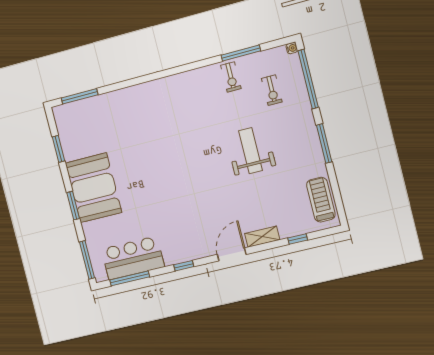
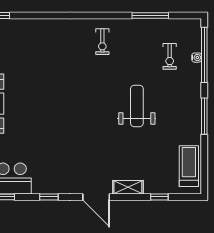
water cooler: (292, 48) -> (197, 58), moved
exercise bike: (231, 77) -> (102, 42), moved
door: (232, 254) -> (96, 197), swing flipped

